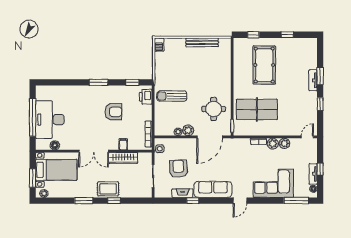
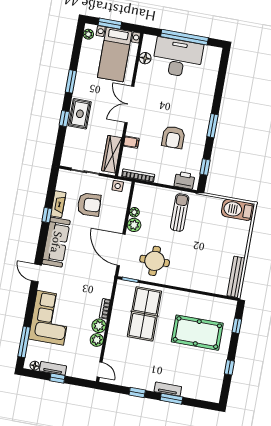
bench: (202, 42) -> (236, 277), moved
barbecue: (159, 45) -> (238, 210), width x1.88, depth x1.53
wardrobe: (123, 158) -> (112, 154), moved

